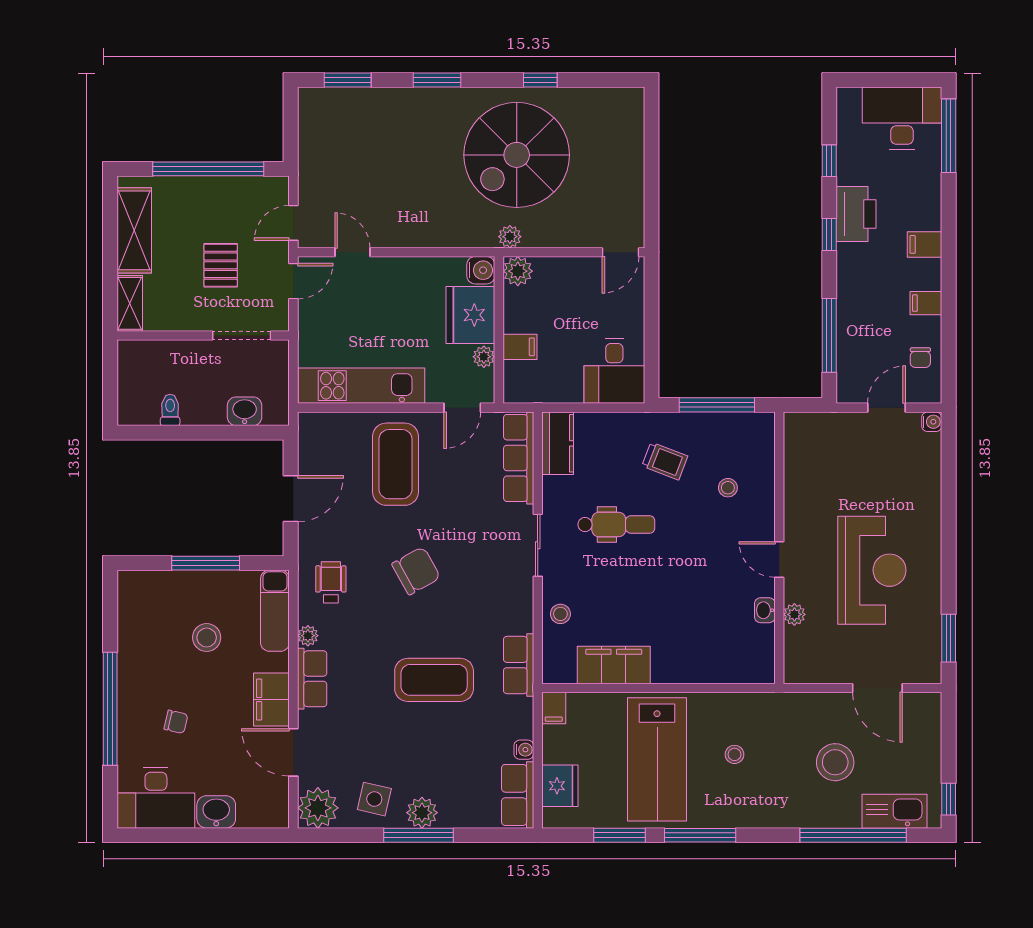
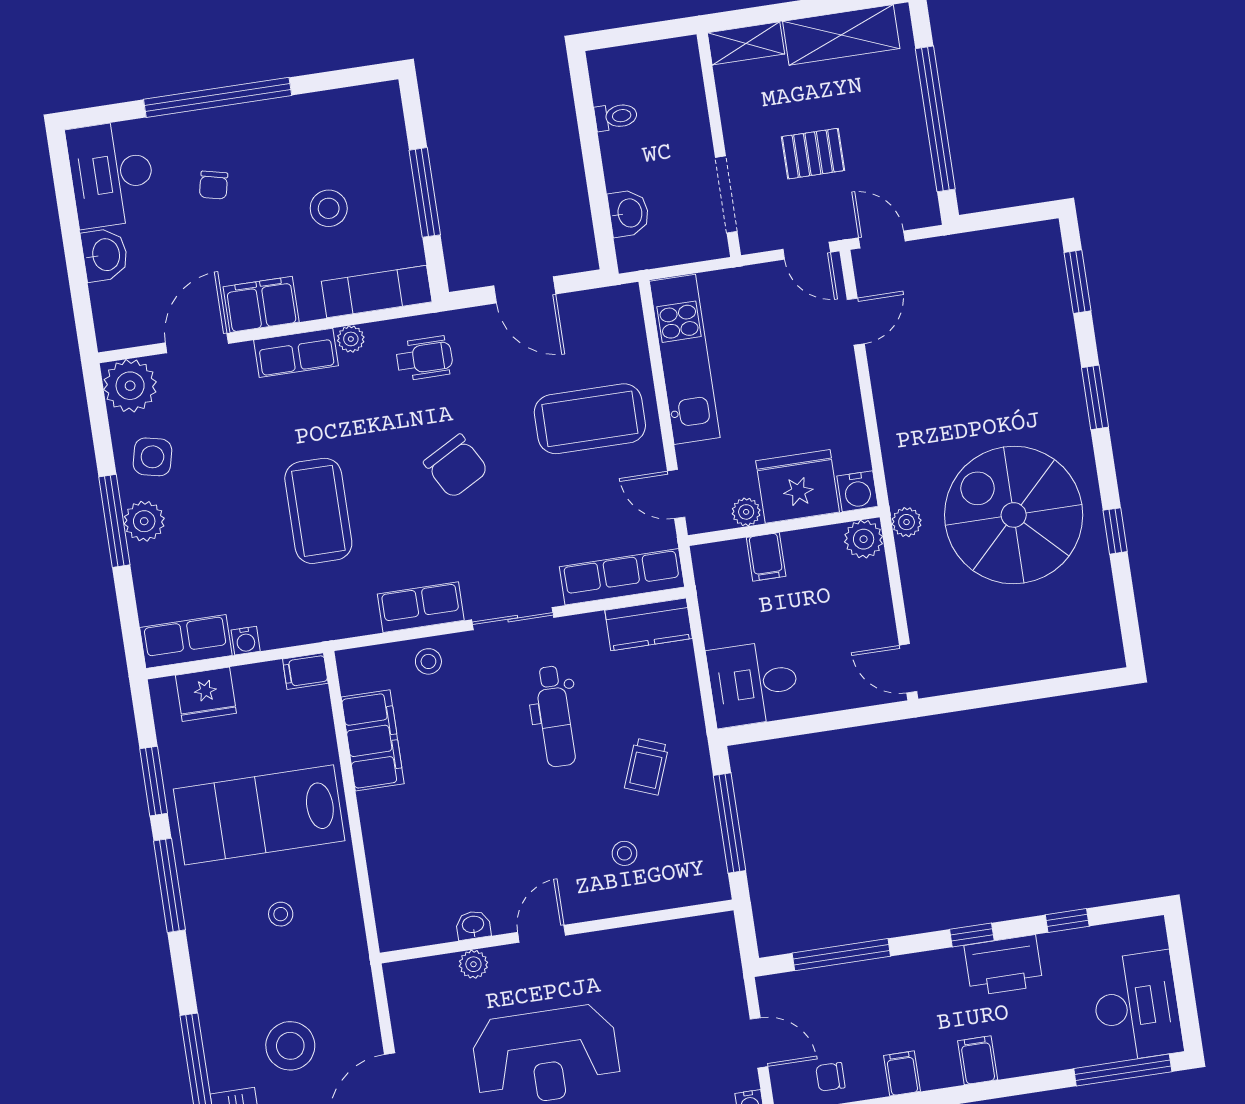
row of seats: (519, 665) -> (421, 607), moved

